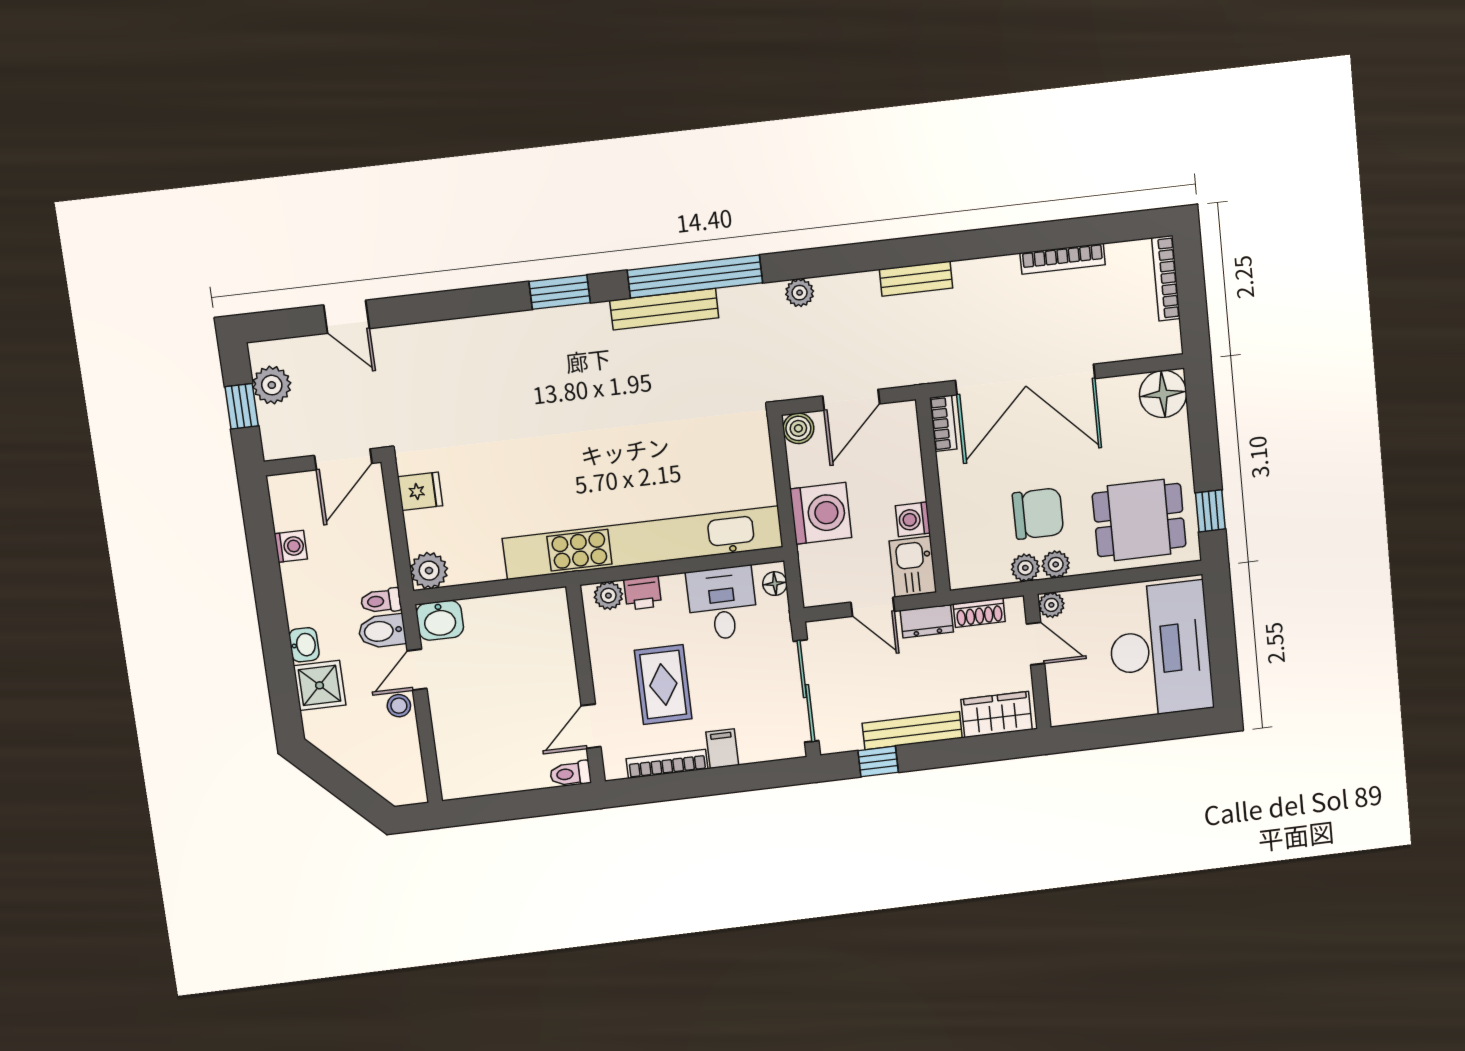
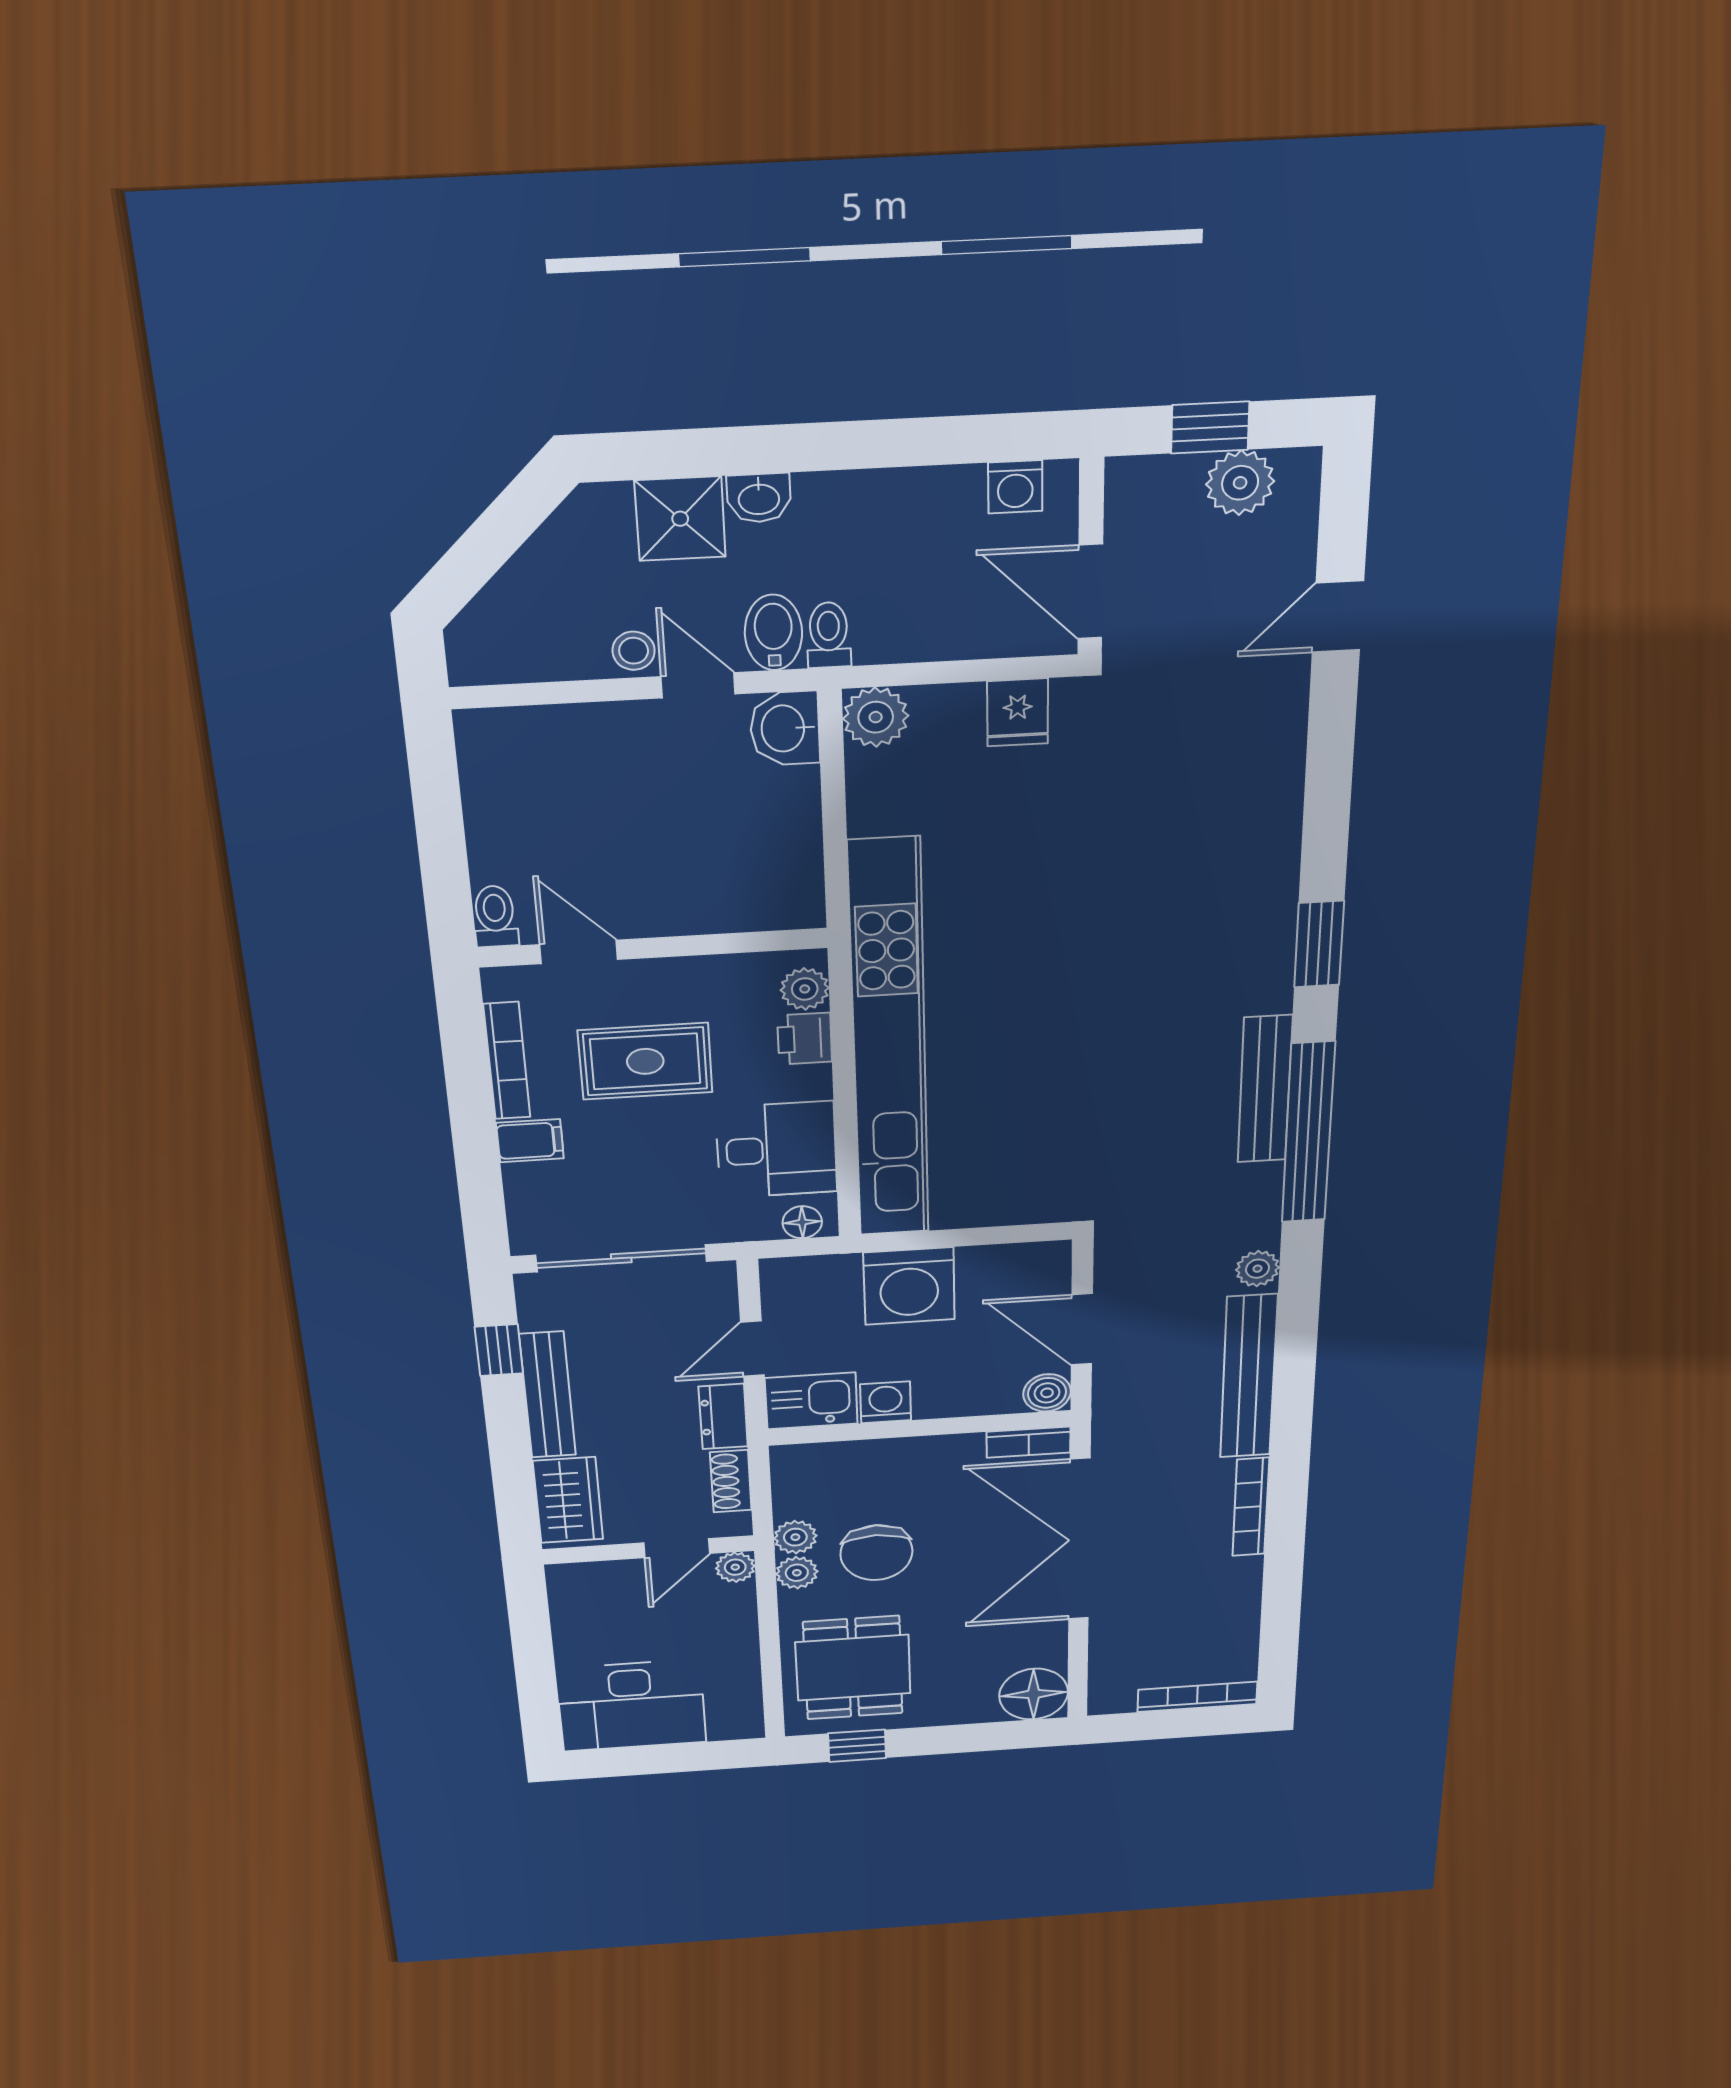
bookcase: (1063, 259) -> (1251, 1507), moved
bench: (916, 279) -> (1249, 1377), width x1.86, depth x1.21
boiler: (798, 428) -> (1047, 1393), moved
washing machine: (291, 546) -> (1015, 487), moved
desk: (1160, 649) -> (631, 1706), width x0.73, depth x0.77

